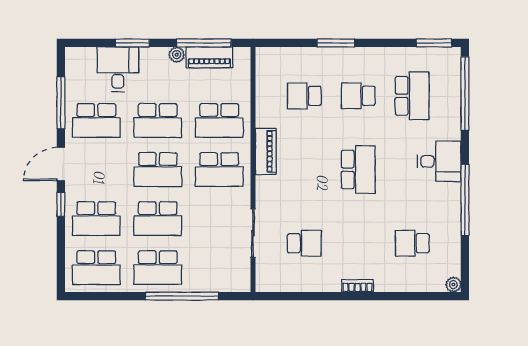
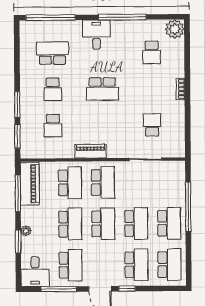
window: (434, 43) -> (17, 136), moved
plant: (177, 55) -> (26, 231), moved
piano: (209, 57) -> (30, 184), width x1.37, depth x1.33
desk: (118, 69) -> (35, 272), moved, turned -90
school desk: (358, 170) -> (102, 89), turned 180
plant: (453, 285) -> (175, 29), width x1.87, depth x1.87

